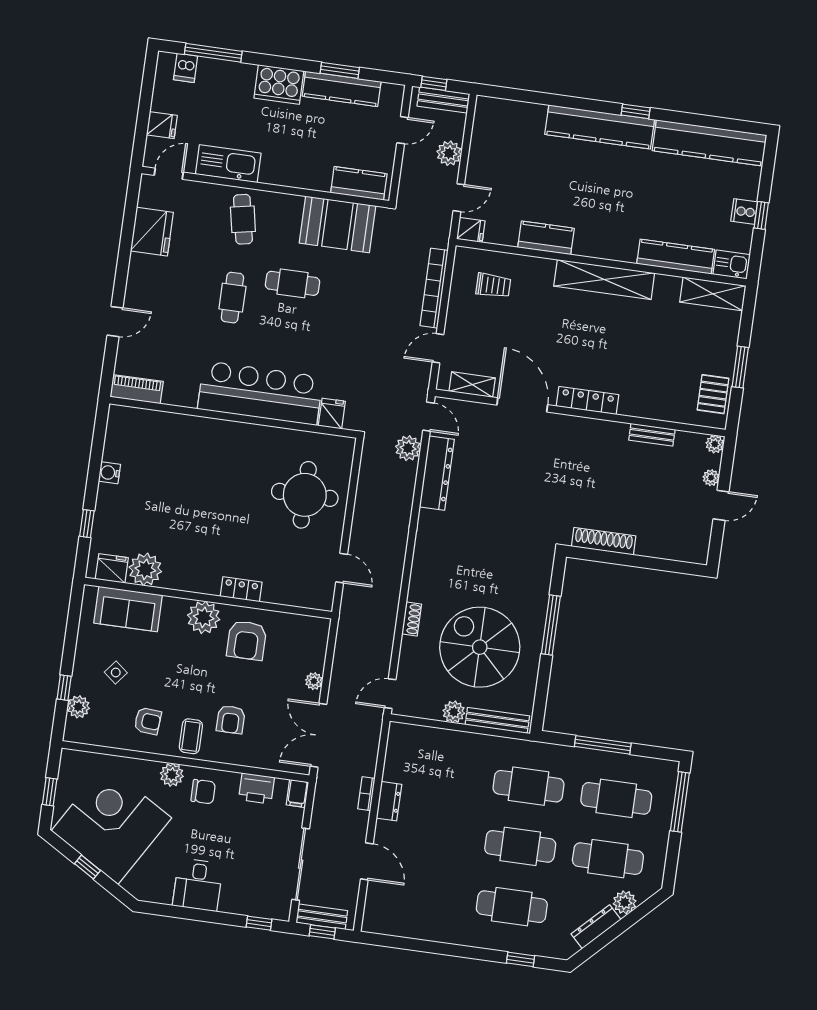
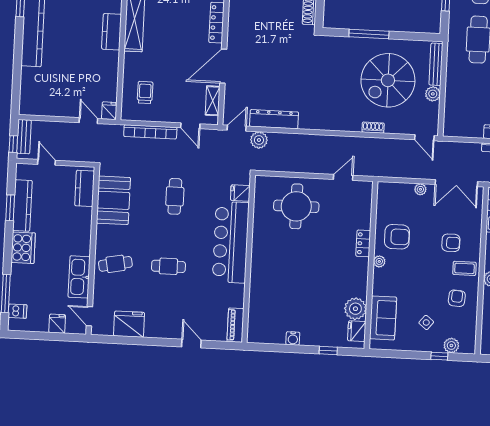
plant: (449, 153) -> (59, 130), removed
kitchen counter: (546, 238) -> (112, 32), moved
cafe table: (293, 283) -> (175, 196), moved
plant: (204, 617) -> (379, 261), width x0.53, depth x0.53

